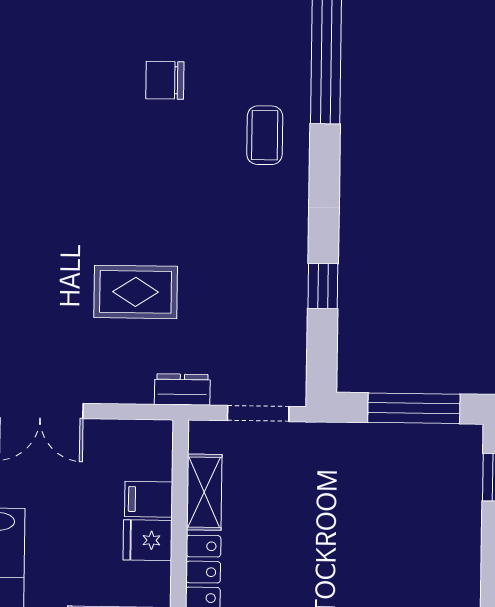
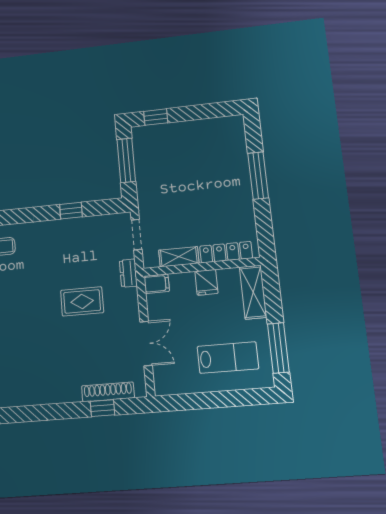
rug: (136, 292) -> (82, 301), turned 90
filing cabinet: (149, 499) -> (157, 284), moved, turned -90

